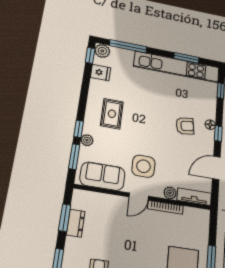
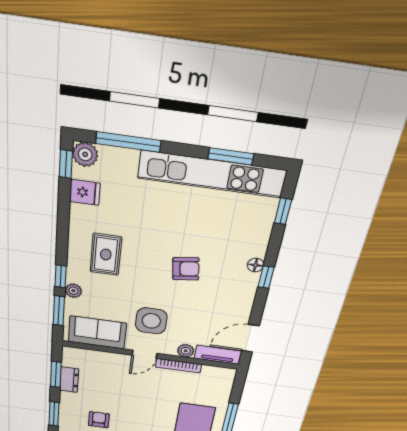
armchair: (185, 126) -> (186, 269), moved
door: (216, 168) -> (250, 338), moved

